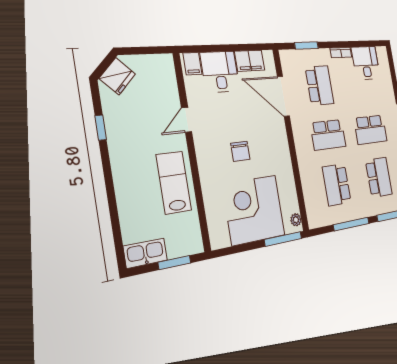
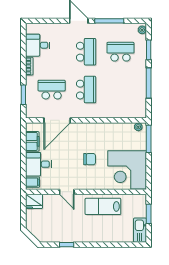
fridge: (117, 76) -> (34, 201), moved, turned 135
school desk: (337, 185) -> (120, 90), removed
corner desk: (254, 210) -> (127, 170), moved

